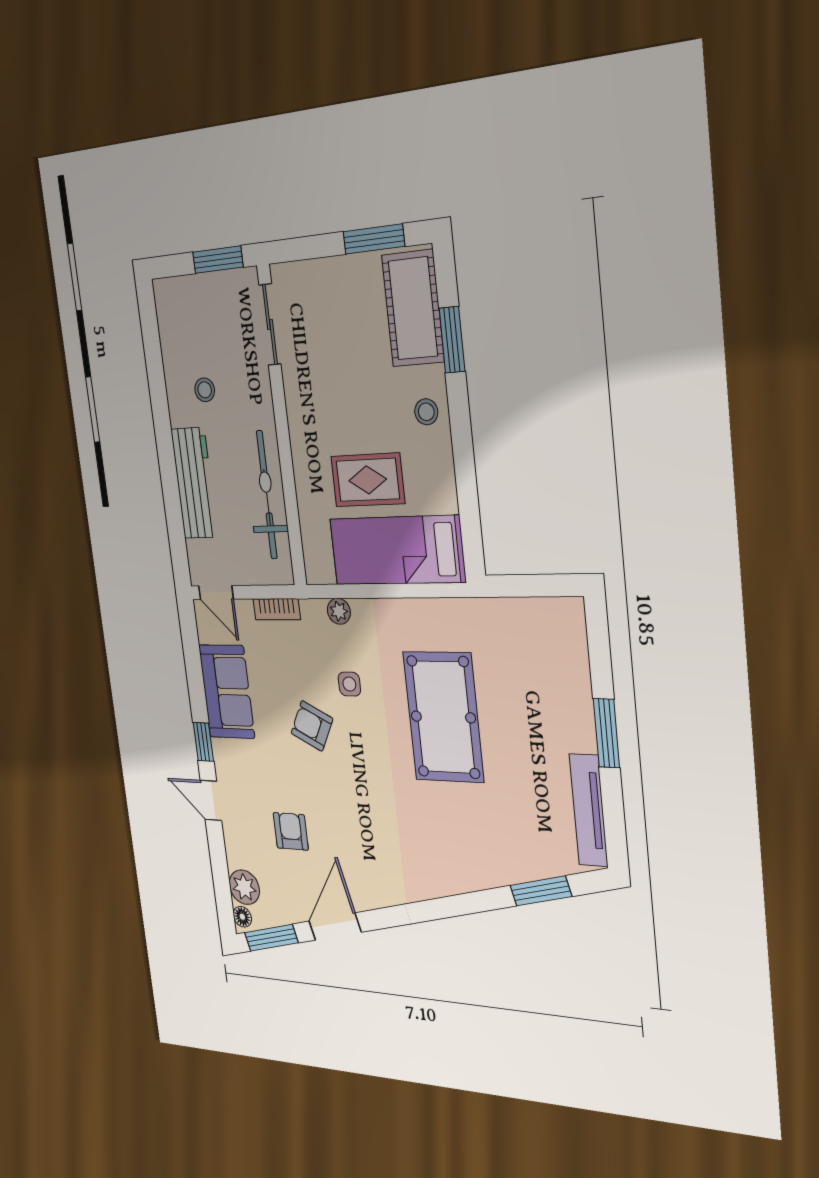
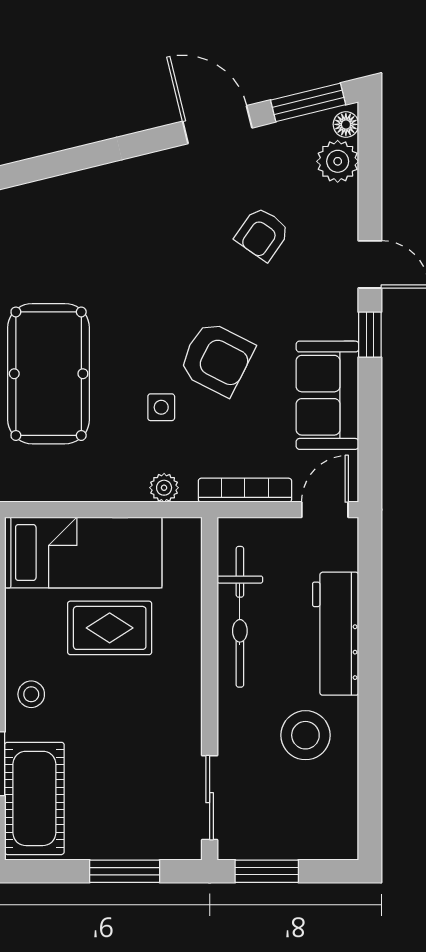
window: (374, 239) -> (125, 871), moved
stool: (205, 390) -> (305, 735), width x1.89, depth x1.89
door: (216, 593) -> (325, 510), hinge flipped
bookcase: (277, 609) -> (245, 490), width x1.56
armchair: (312, 726) -> (217, 359), width x1.38, depth x1.38
armchair: (291, 831) -> (262, 234), turned 35
door: (335, 927) -> (217, 125), swing flipped

